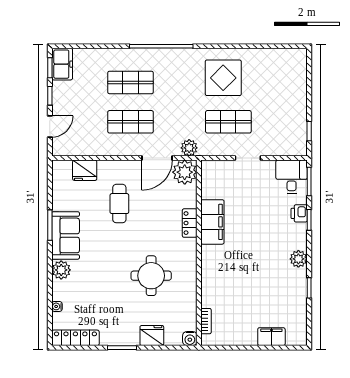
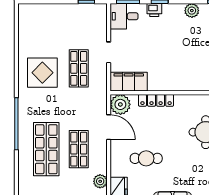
shop shelf: (130, 82) -> (46, 149), width x1.43, depth x1.36
plant: (189, 148) -> (100, 181), moved
filing cabinet: (212, 222) -> (129, 82), moved
locker: (190, 223) -> (156, 100), width x1.53

